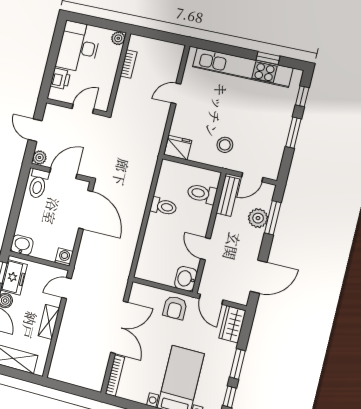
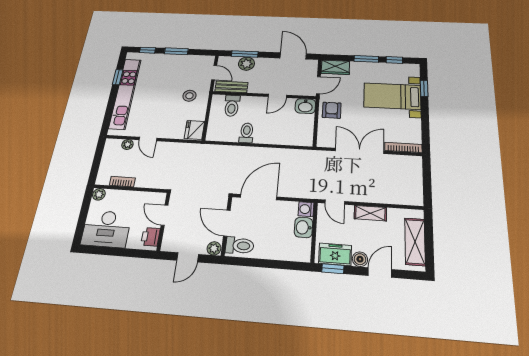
plant: (173, 70) -> (127, 144), added
printer: (60, 79) -> (150, 237), moved, turned -90
washbasin: (22, 245) -> (303, 227), moved
armchair: (175, 308) -> (332, 110), turned -90

